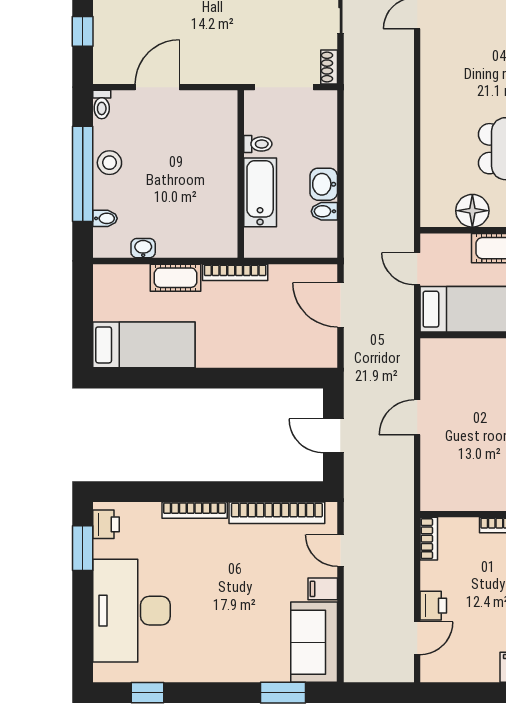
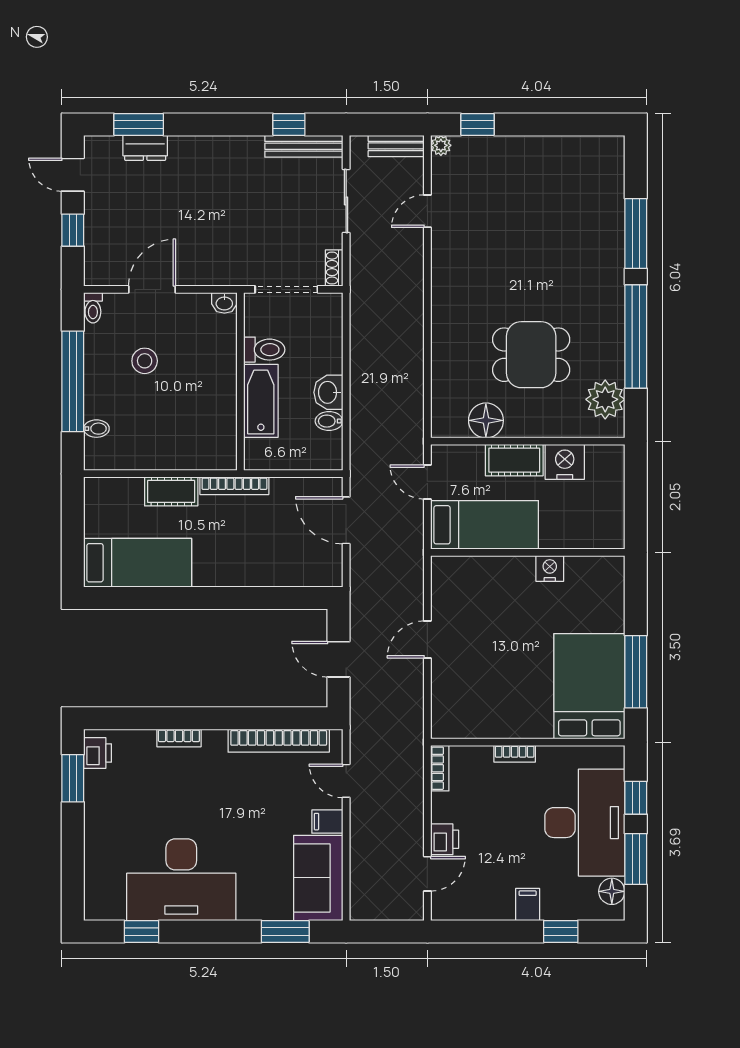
toilet: (258, 144) -> (264, 350), width x1.37, depth x1.39
stool: (109, 163) -> (145, 361), moved
washbasin: (143, 248) -> (224, 303), moved, turned 180
bookcase: (195, 510) -> (179, 738), width x0.64
desk: (131, 611) -> (181, 880), moved, turned -90

